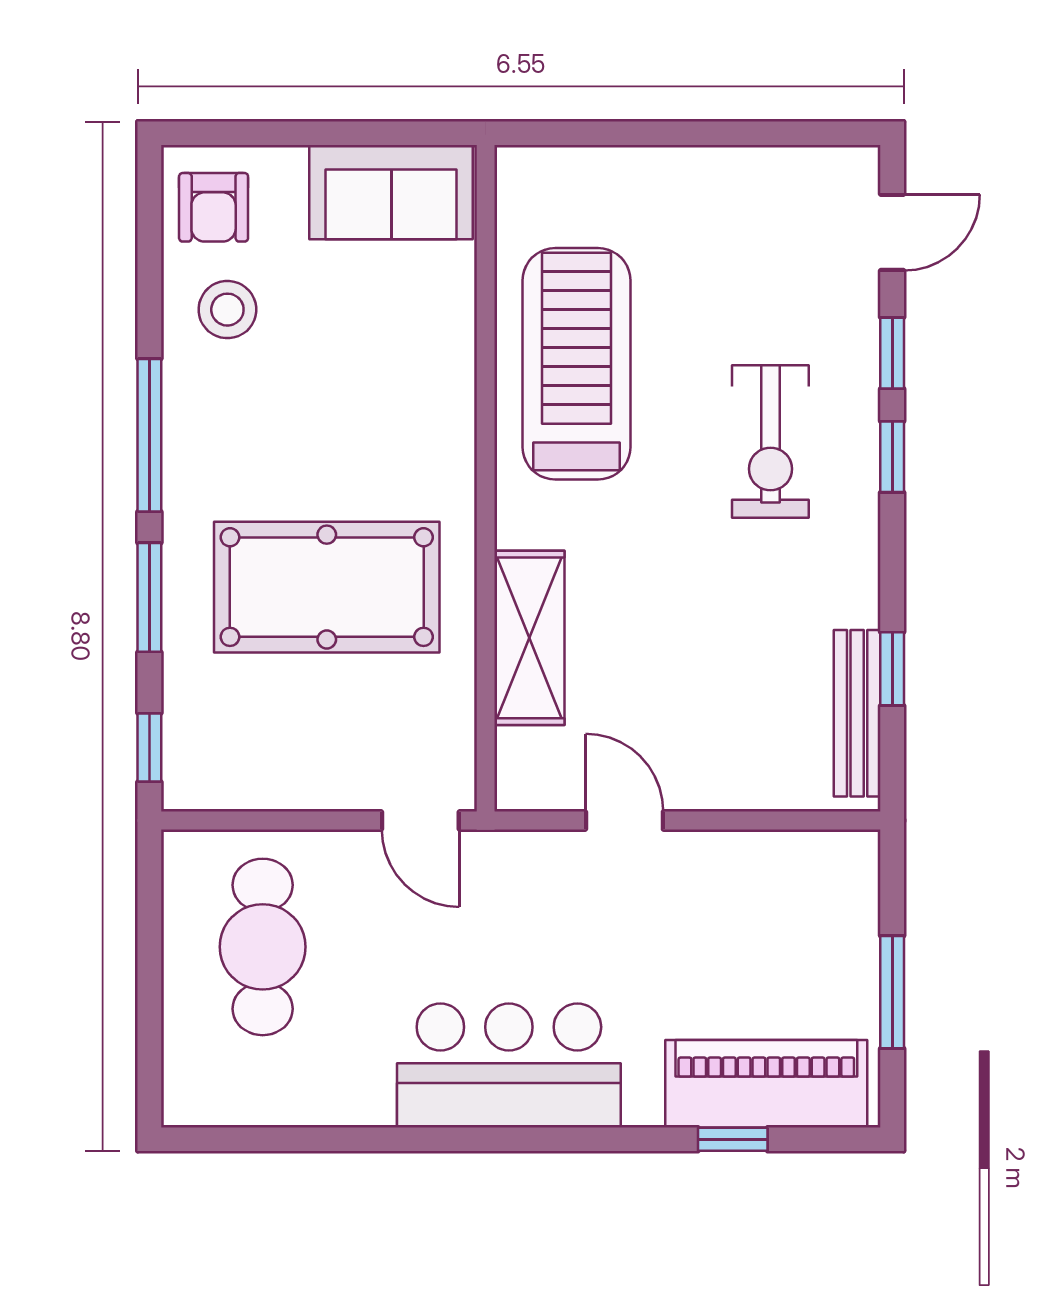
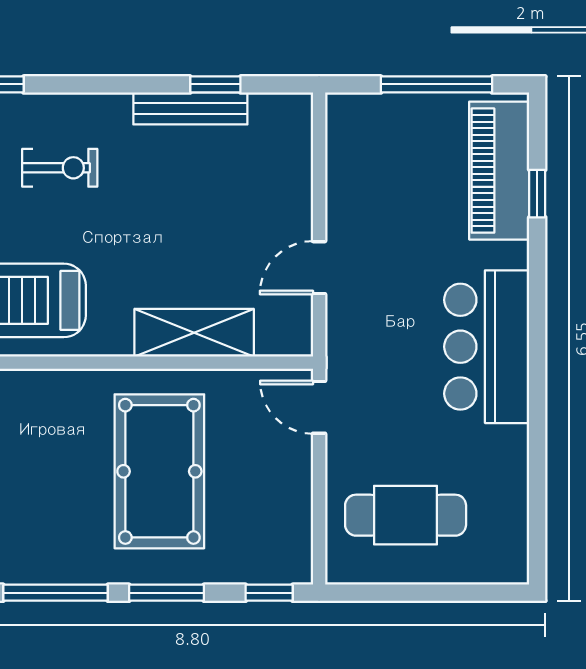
exercise bike: (770, 441) -> (60, 168), width x0.73, depth x0.72
window: (892, 457) -> (70, 84), removed
bench: (857, 713) -> (190, 108), moved
door: (420, 820) -> (319, 407), swing flipped
window: (892, 992) -> (437, 84), width x1.44

